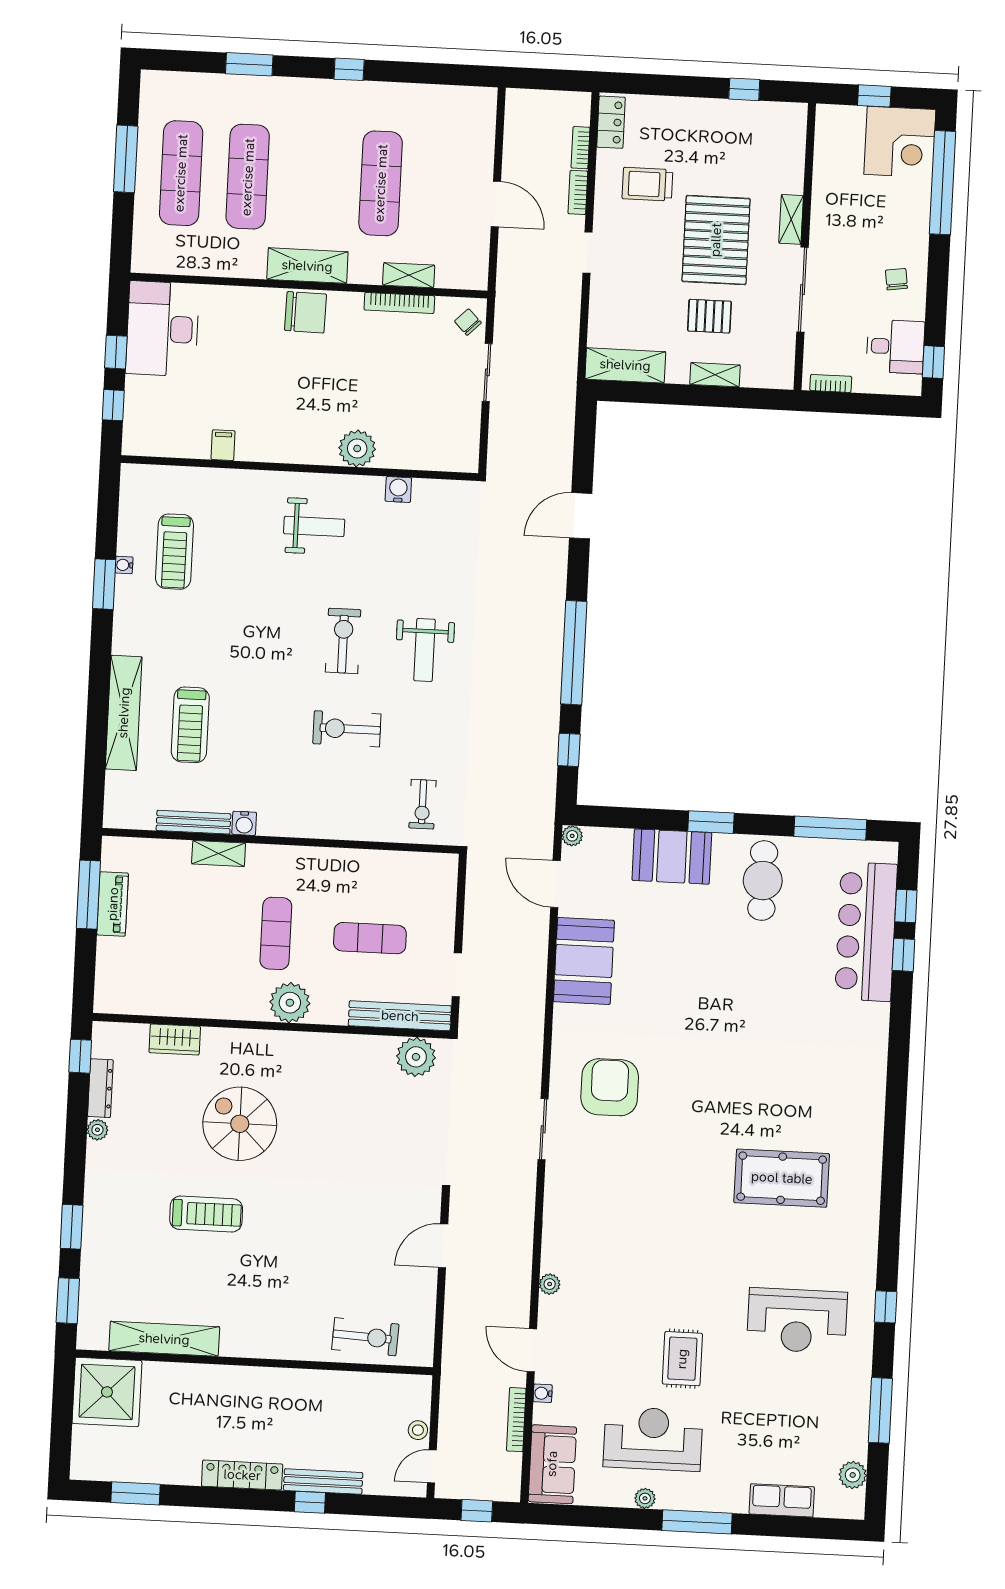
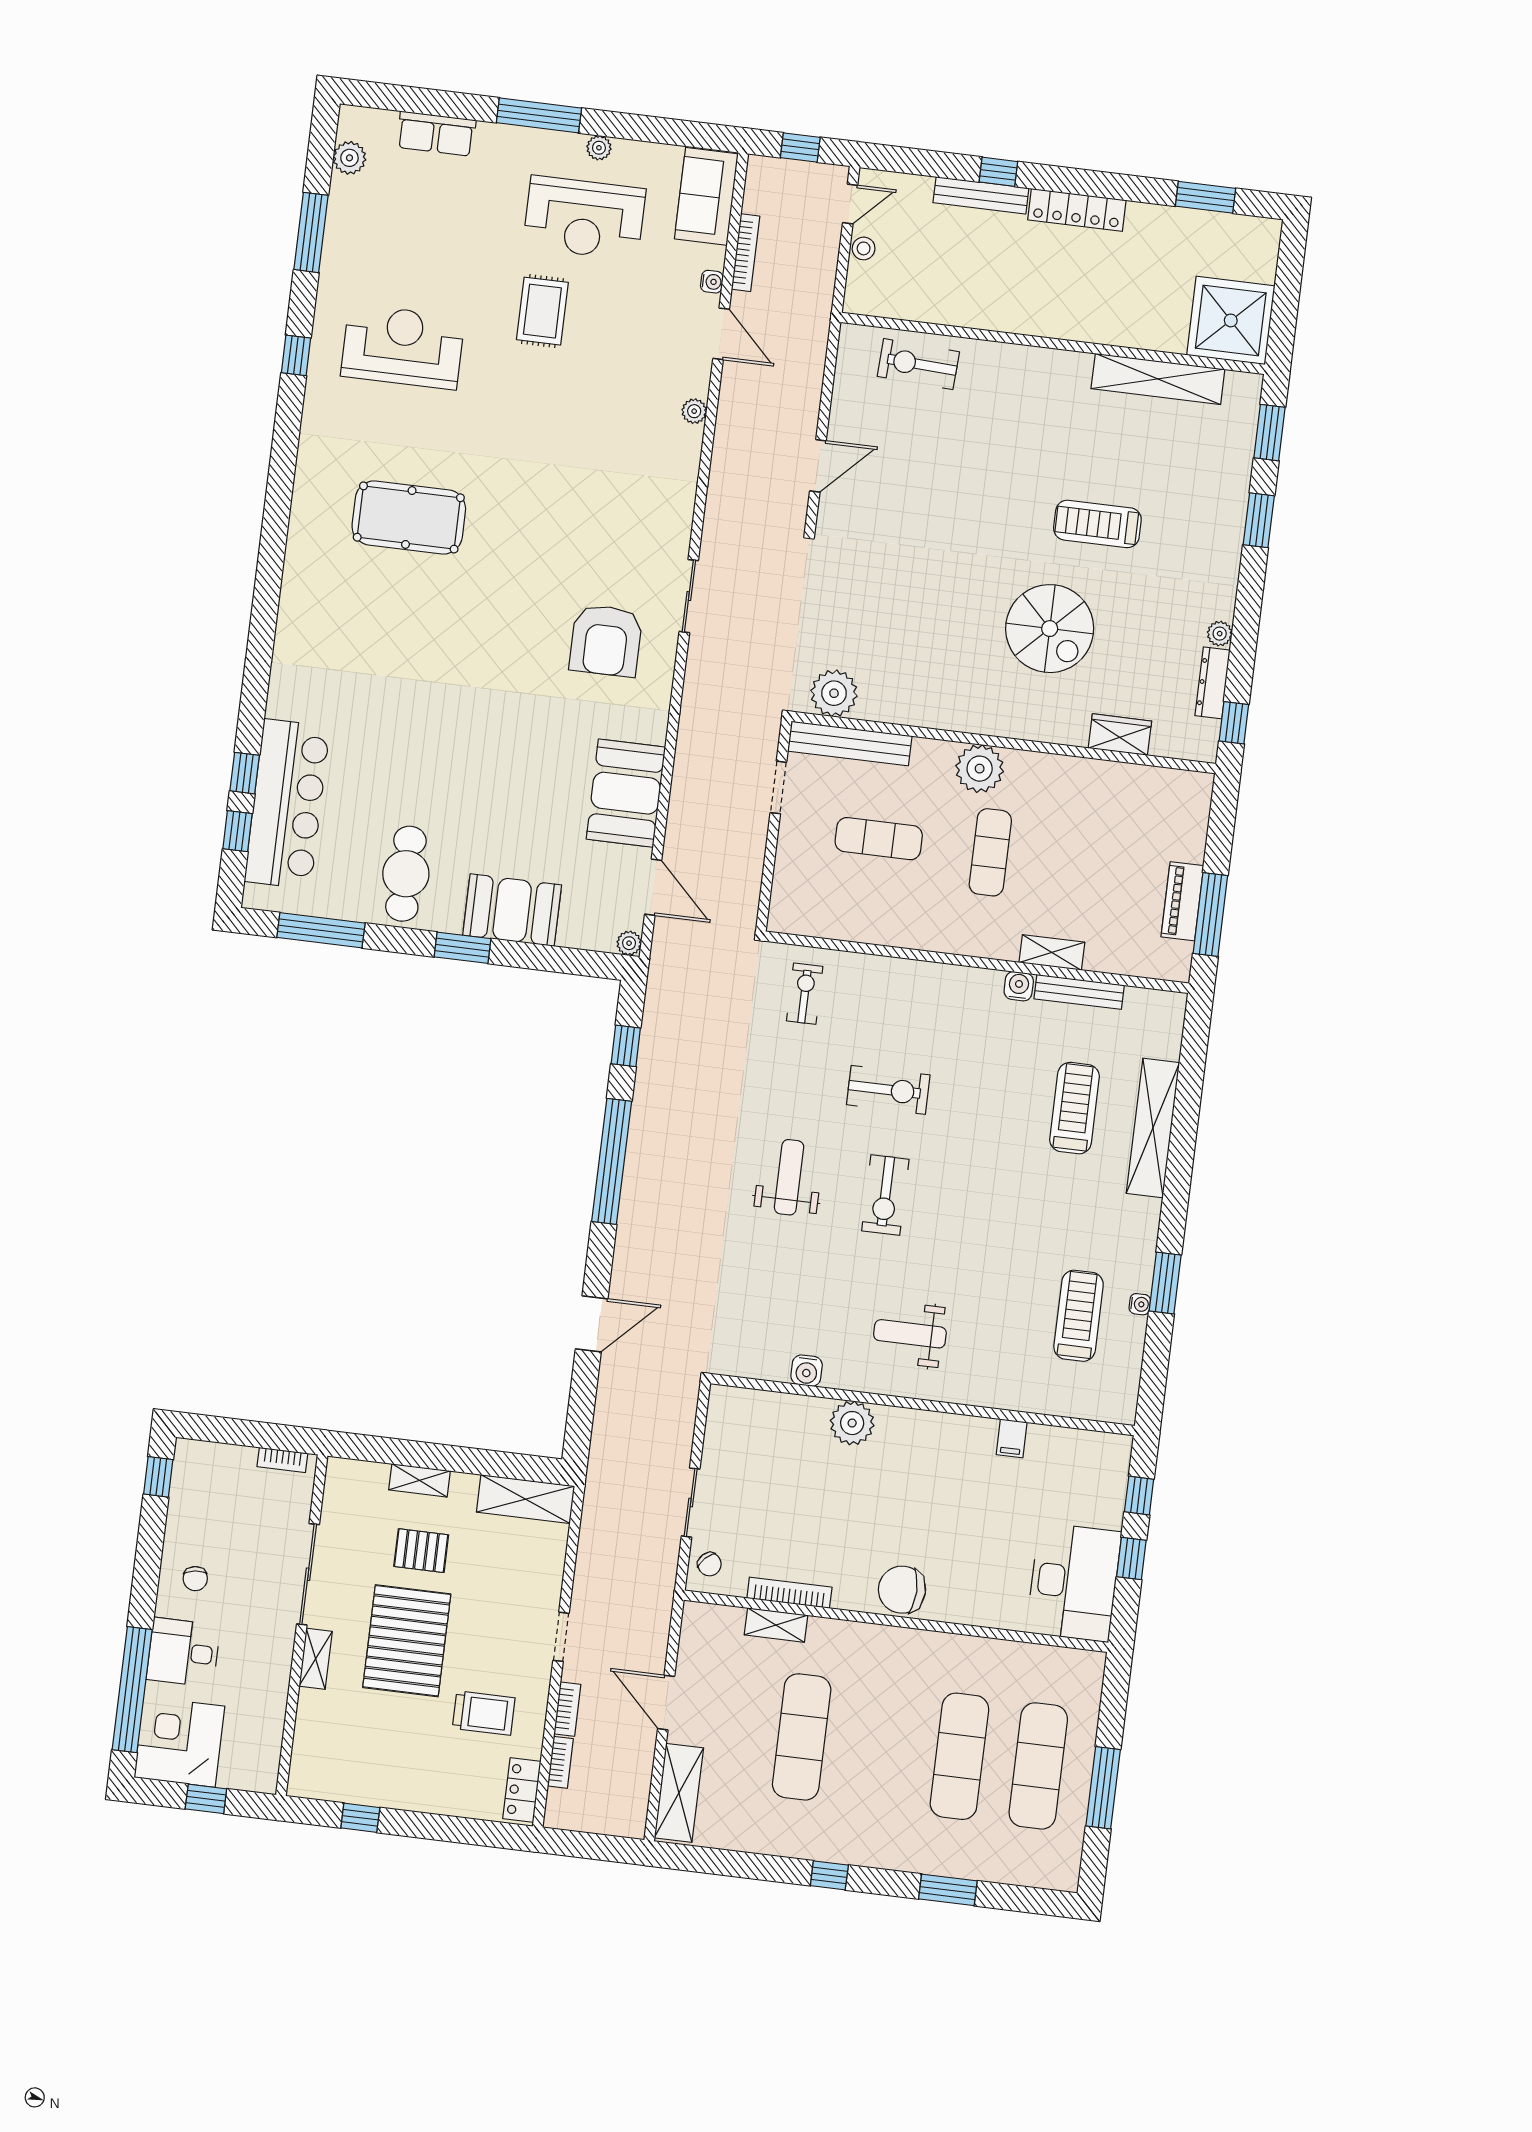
shelving: (307, 266) -> (679, 1793), moved, turned 90
desk: (895, 347) -> (183, 1652), moved

